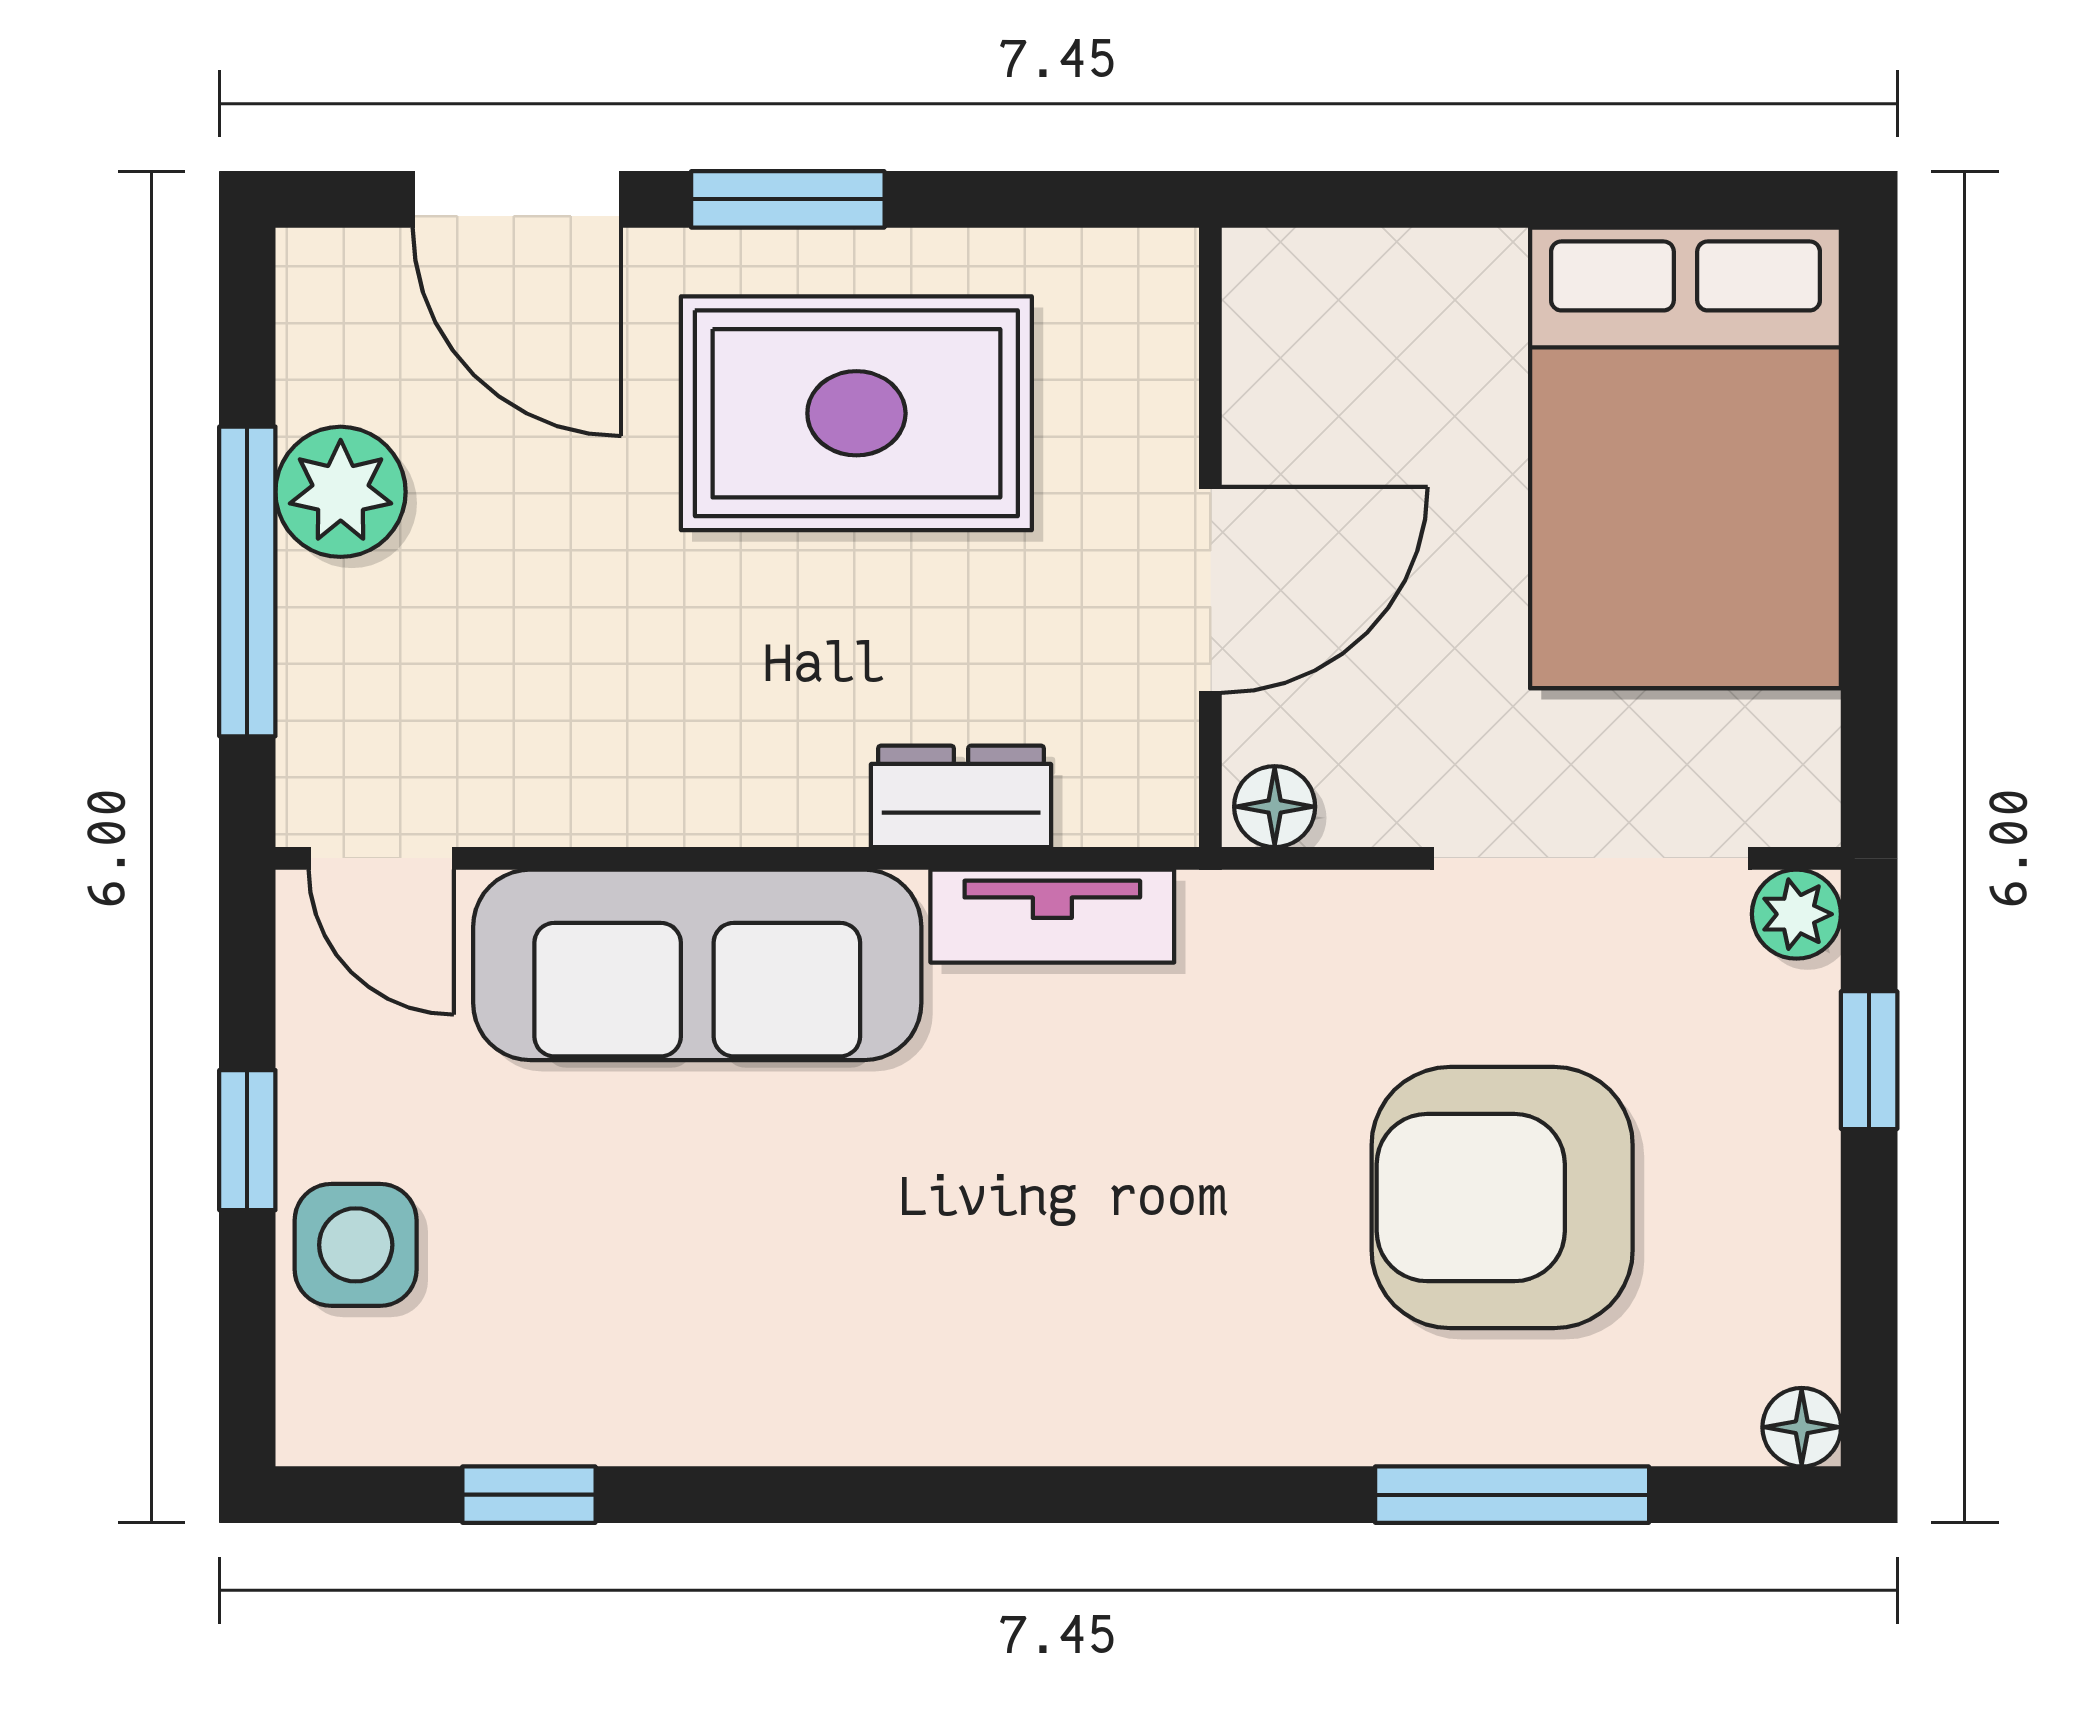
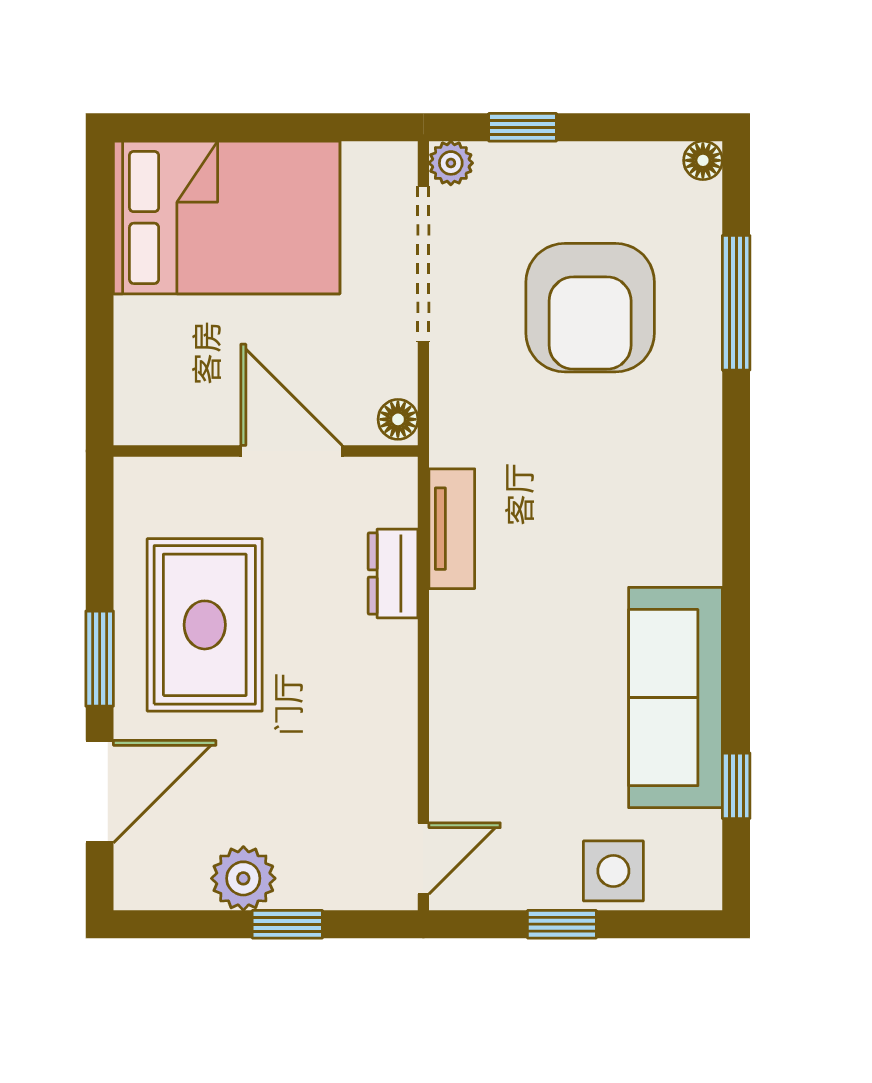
window: (247, 581) -> (287, 924), width x0.46
sofa: (697, 965) -> (675, 698), moved, turned 180

